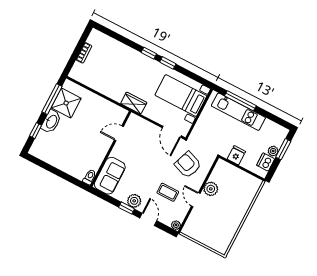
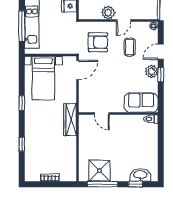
window: (149, 53) -> (22, 144), moved
wardrobe: (134, 103) -> (70, 120), width x1.50
washbasin: (51, 122) -> (140, 175), moved
armchair: (188, 165) -> (98, 42), turned -110

